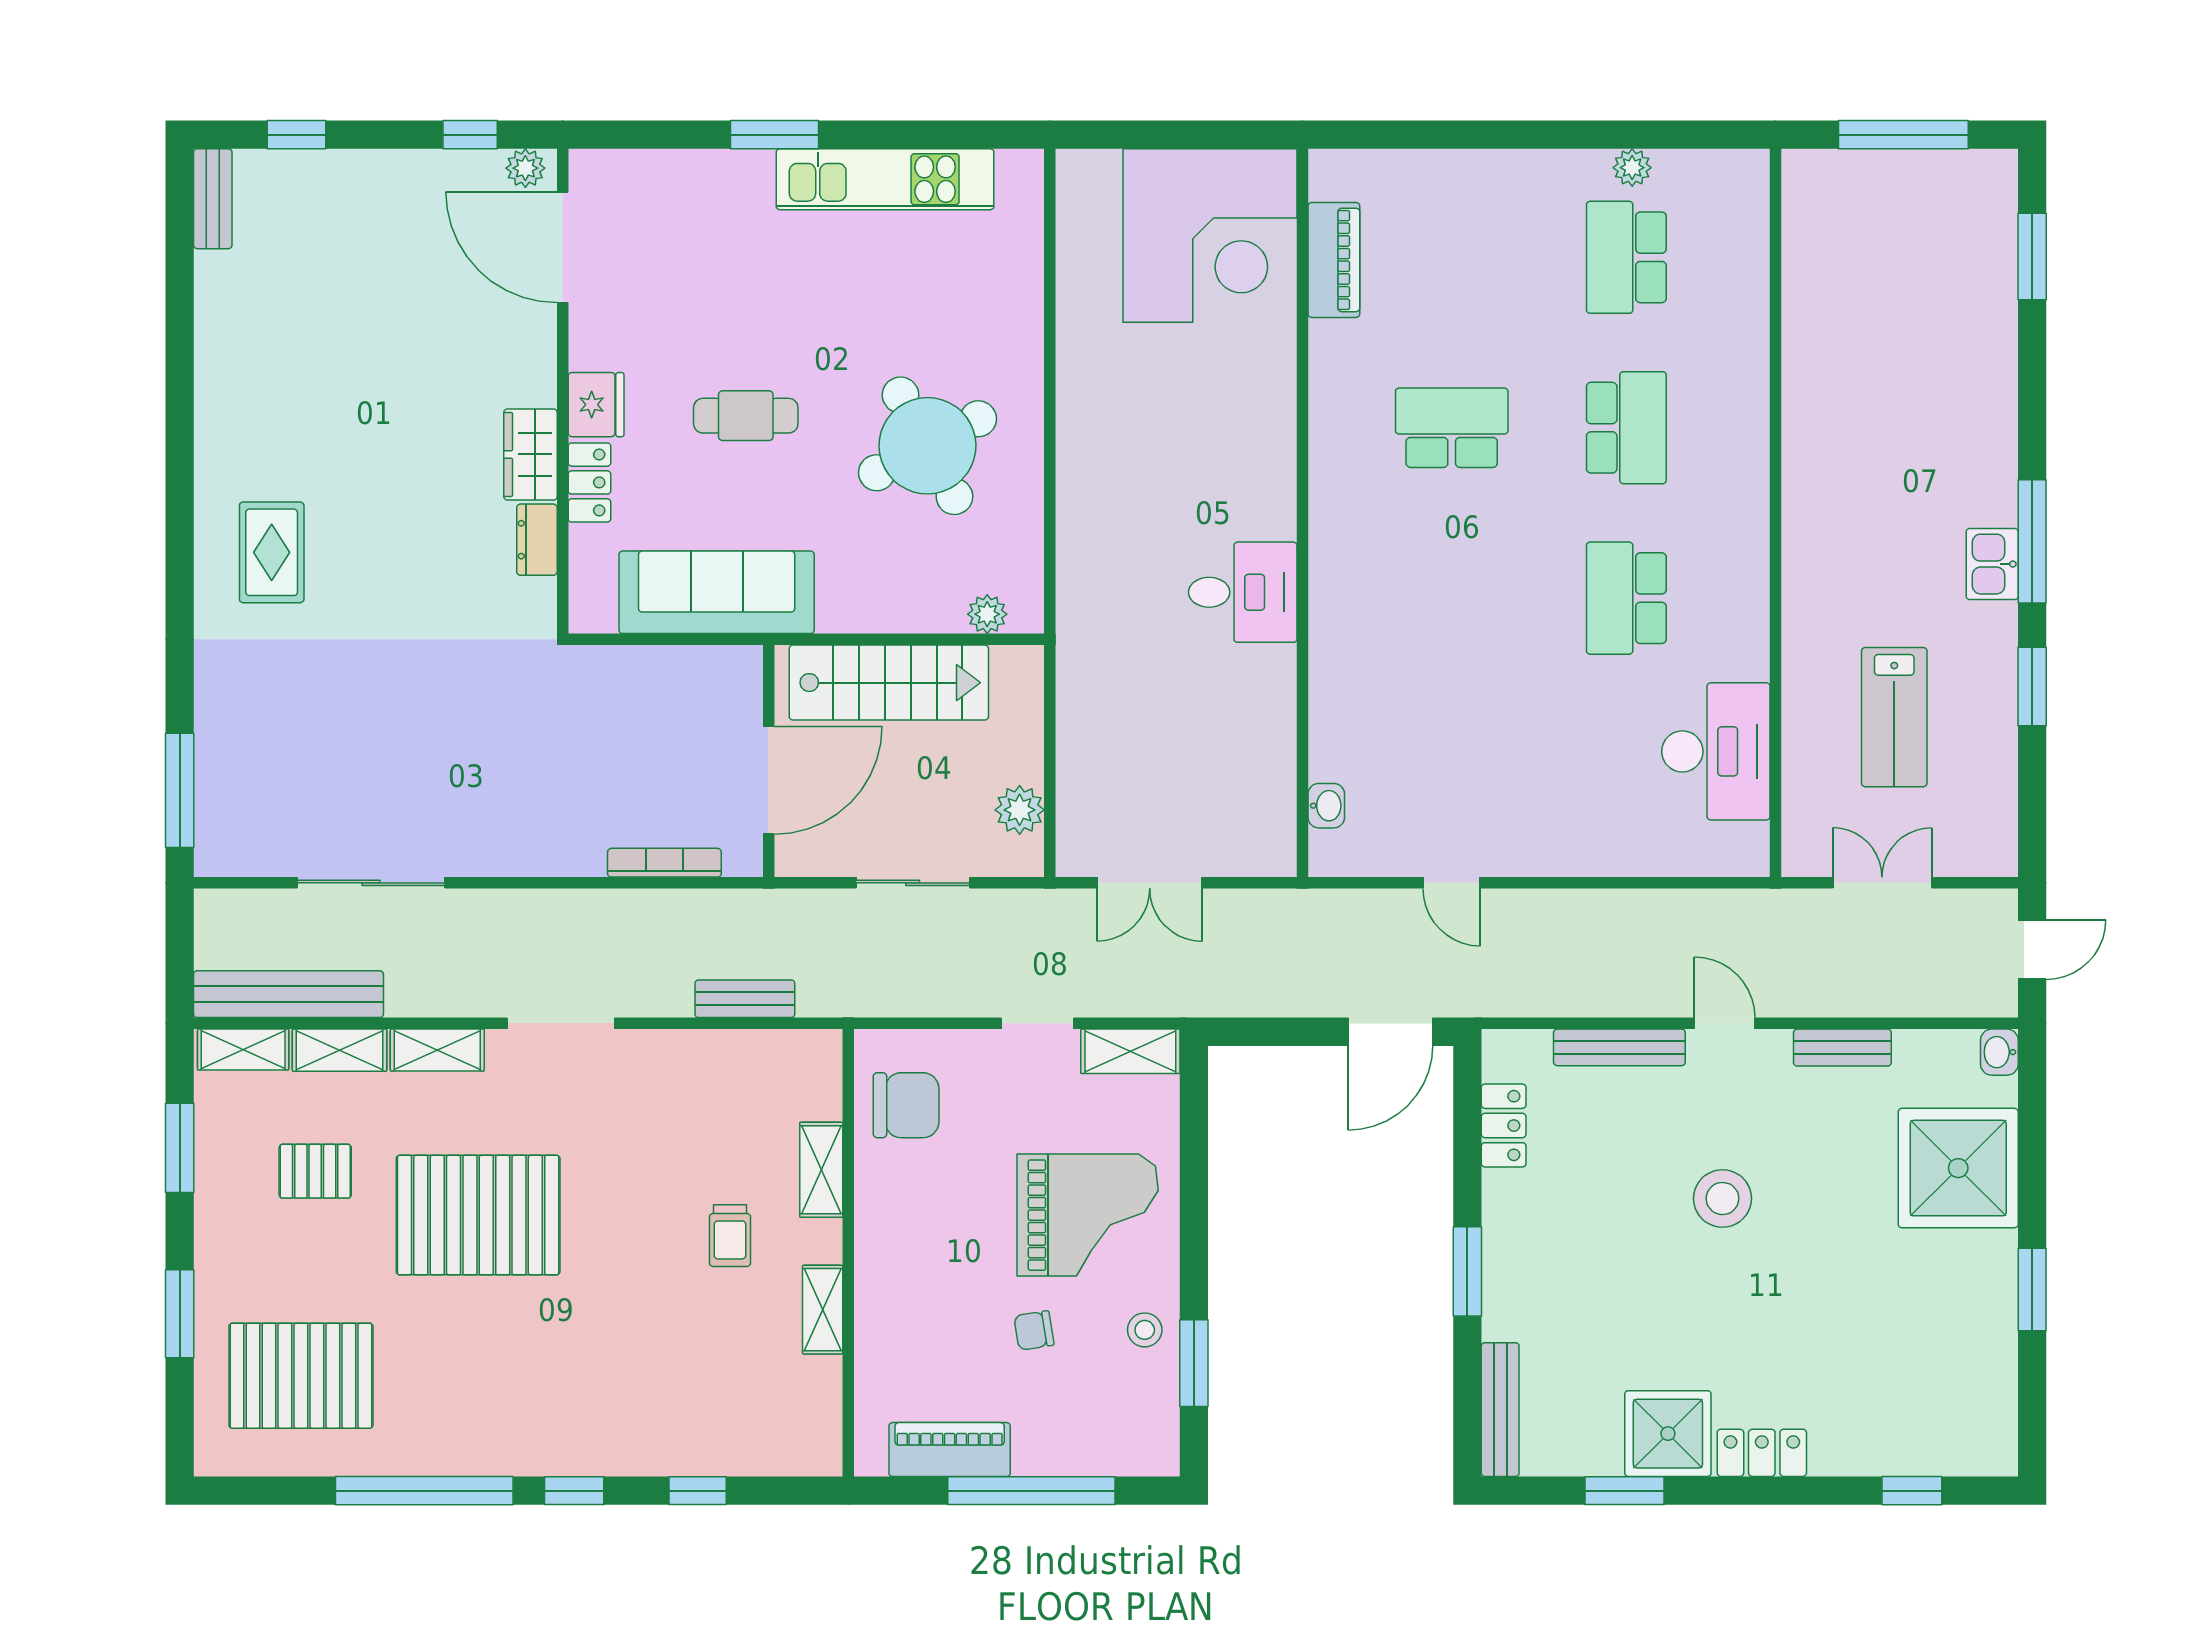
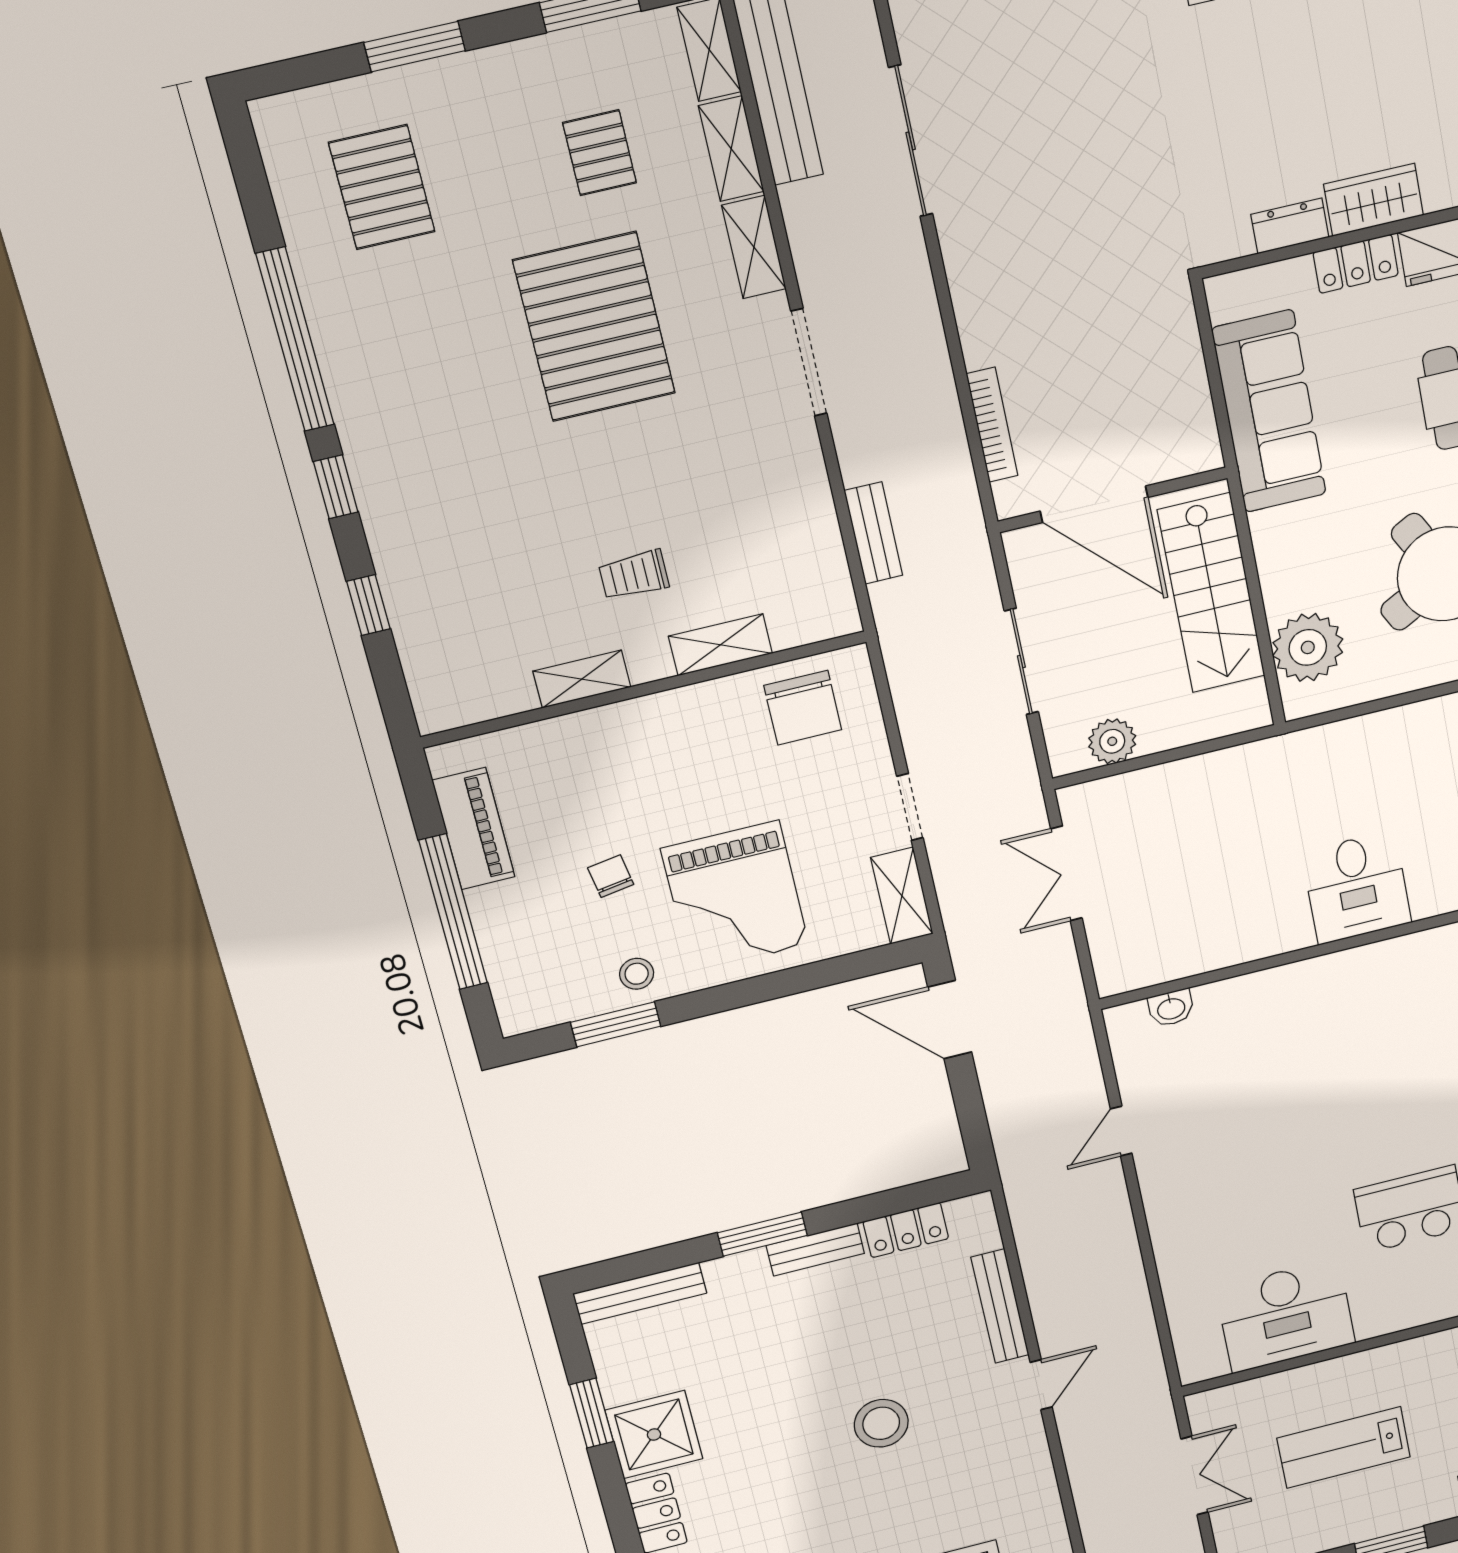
plant: (987, 614) -> (1308, 647), width x1.87, depth x1.87
door: (1390, 1032) -> (950, 1020), moved
bench: (1842, 1048) -> (815, 1249), moved, turned 90
pallet: (301, 1376) -> (382, 187), width x0.73, depth x0.71

